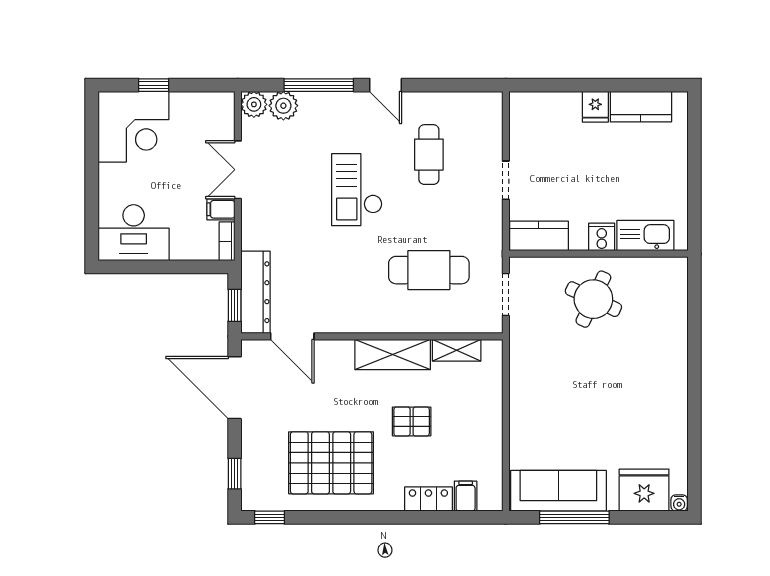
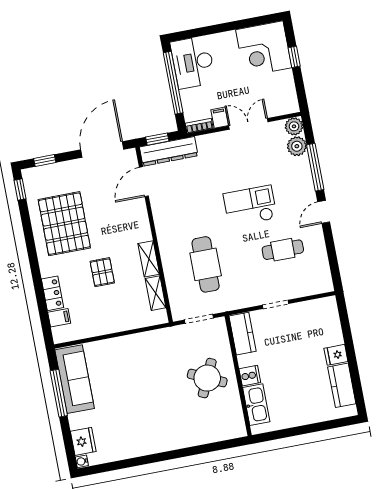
window: (158, 267) -> (173, 83), added
shelving: (393, 354) -> (149, 259), width x0.67, depth x0.75
fridge: (644, 490) -> (83, 441), width x0.73, depth x0.75

